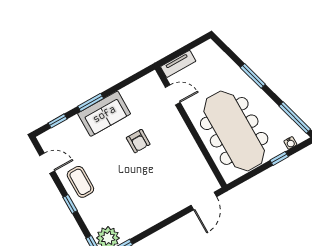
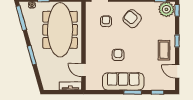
sofa: (104, 114) -> (123, 81), width x1.36
armchair: (179, 177) -> (106, 21), added
armchair: (147, 200) -> (132, 19), added

